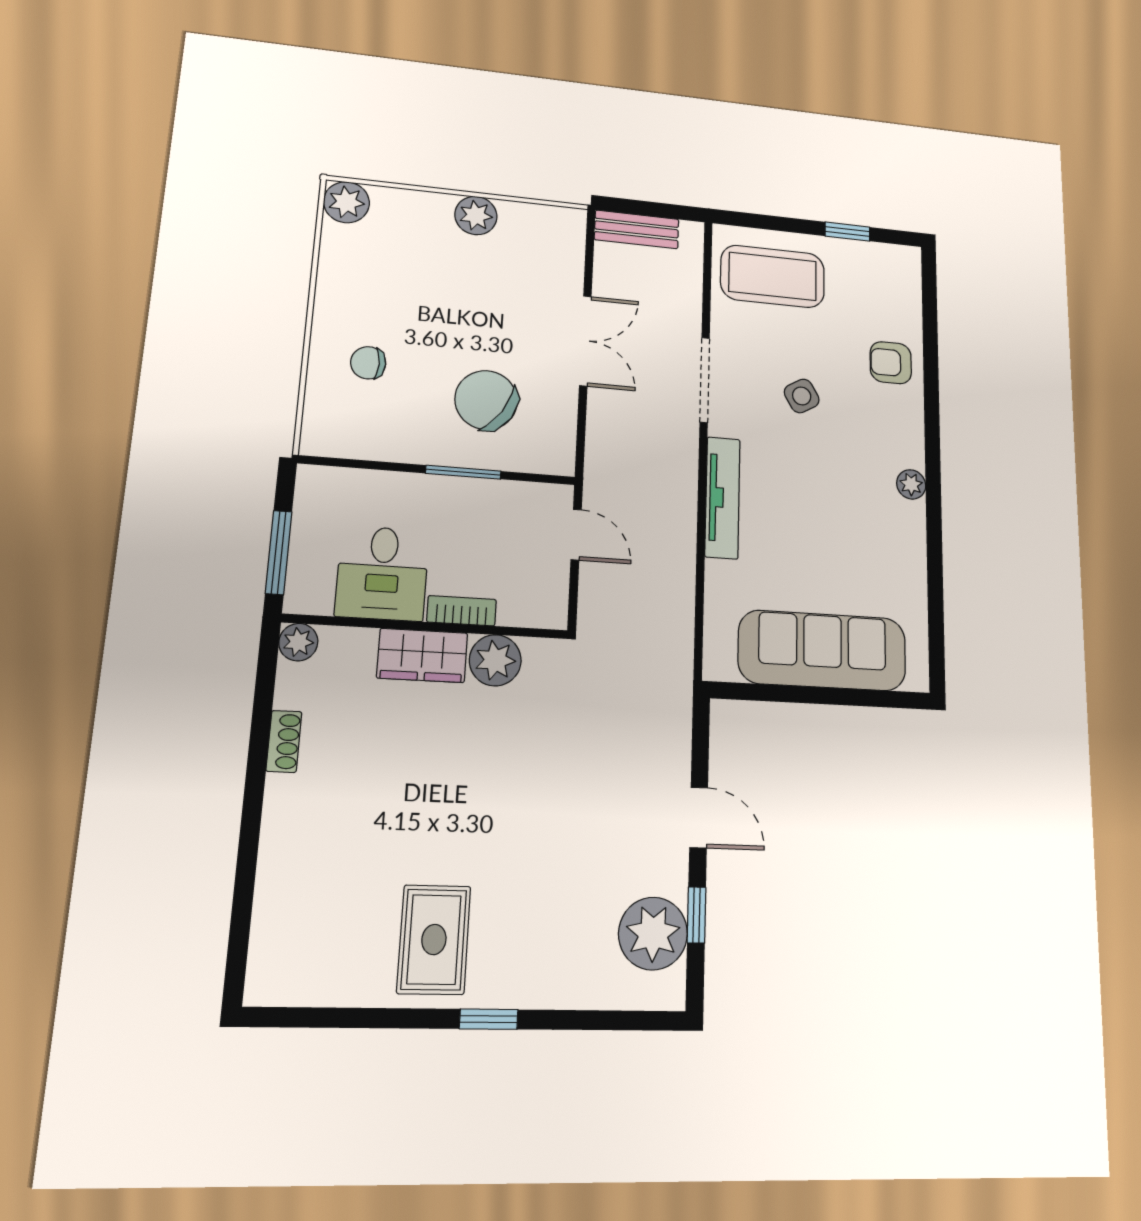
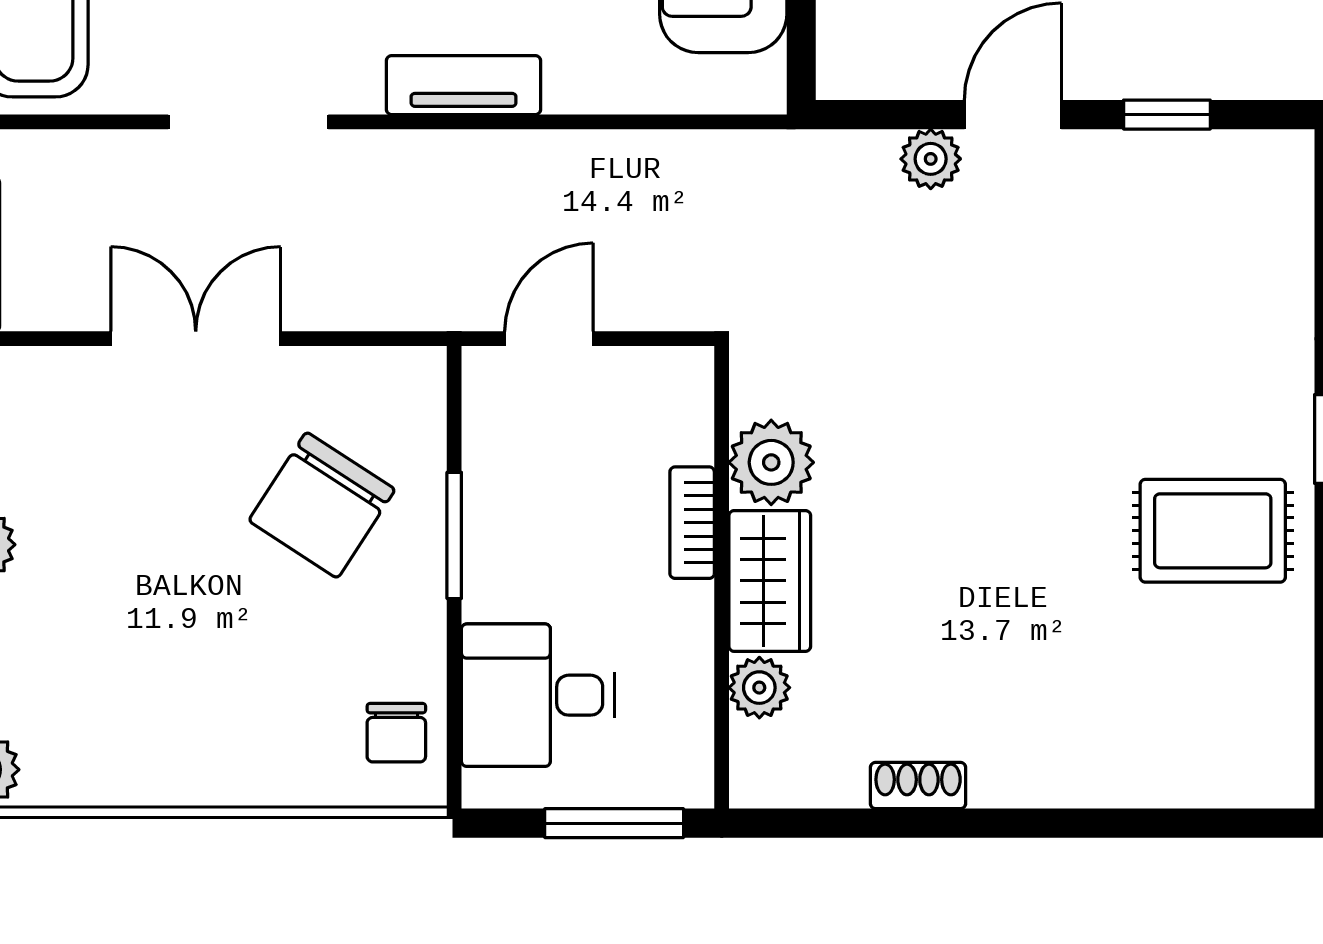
chair: (368, 363) -> (396, 733), moved
tv unit: (722, 498) -> (464, 85), width x0.71
desk: (382, 573) -> (538, 695), moved, turned 180
plant: (298, 642) -> (759, 688), moved
plant: (653, 933) -> (931, 159), moved, width x0.53, depth x0.53

